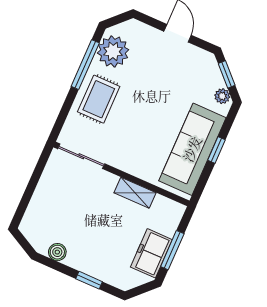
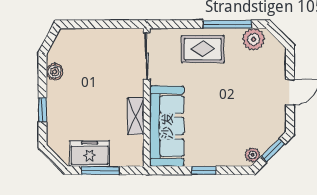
plant: (113, 51) -> (254, 39), width x0.73, depth x0.73
sofa: (192, 149) -> (167, 126), moved, turned 90

